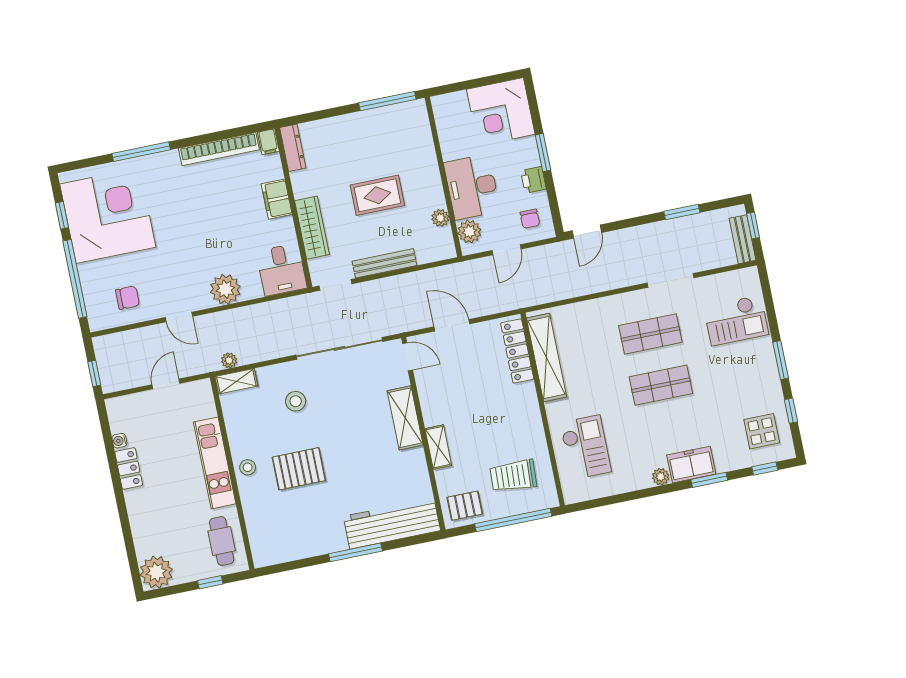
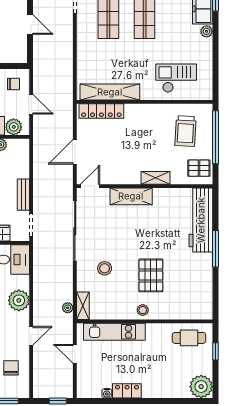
door: (587, 232) -> (30, 25), moved
bench: (384, 263) -> (23, 195), width x0.73
kitchen unit: (215, 463) -> (114, 332), moved
pallet: (465, 506) -> (199, 168), turned 90

